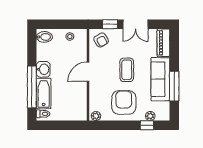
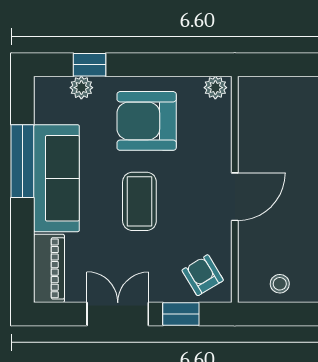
armchair: (124, 102) -> (147, 121), turned 90

